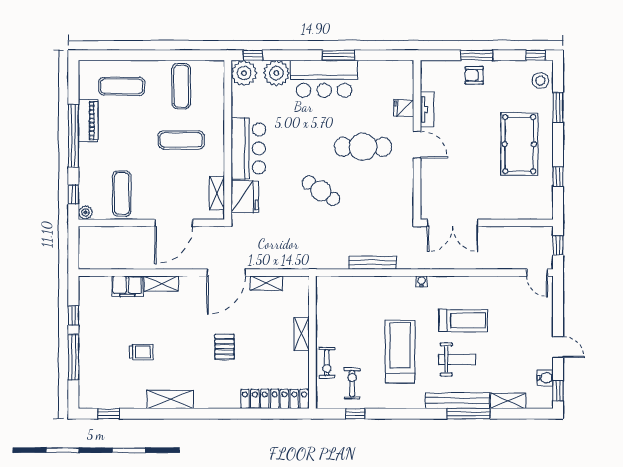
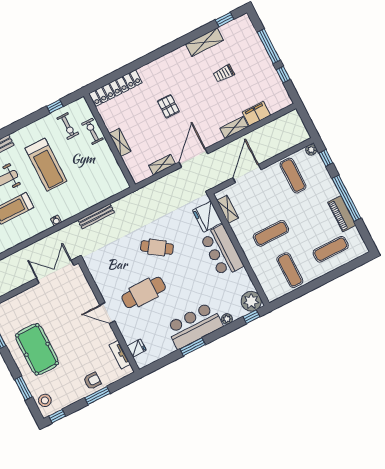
plant: (276, 73) -> (227, 319), width x0.53, depth x0.53
fridge: (404, 108) -> (137, 348), moved
tv unit: (427, 109) -> (120, 355), moved
shelving: (170, 399) -> (204, 42), moved

